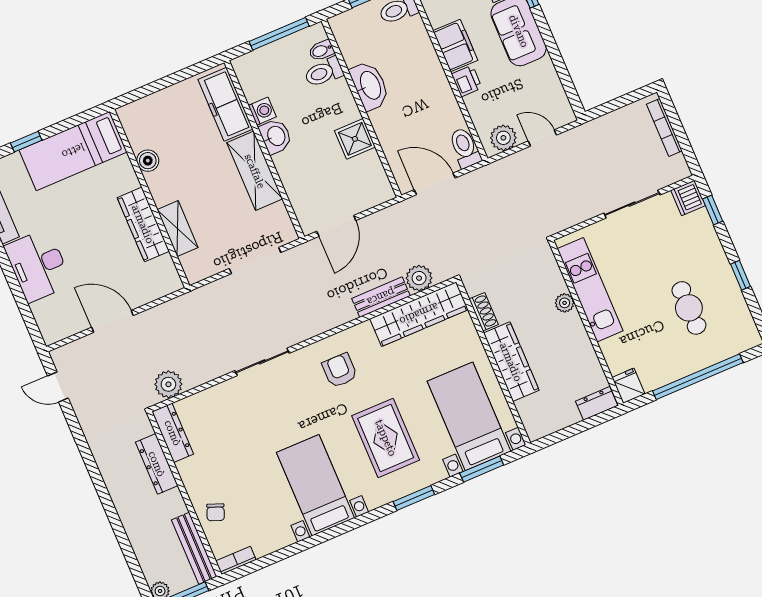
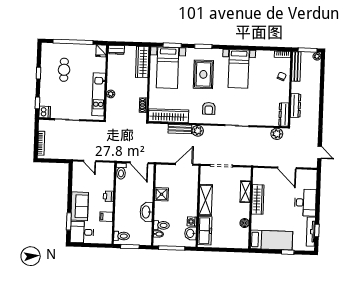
filing cabinet: (455, 45) -> (106, 217), width x0.50
washbasin: (276, 136) -> (191, 233), moved
plant: (503, 138) -> (105, 168), removed
plant: (419, 278) -> (198, 131), moved
wardrobe: (511, 362) -> (142, 62), moved

